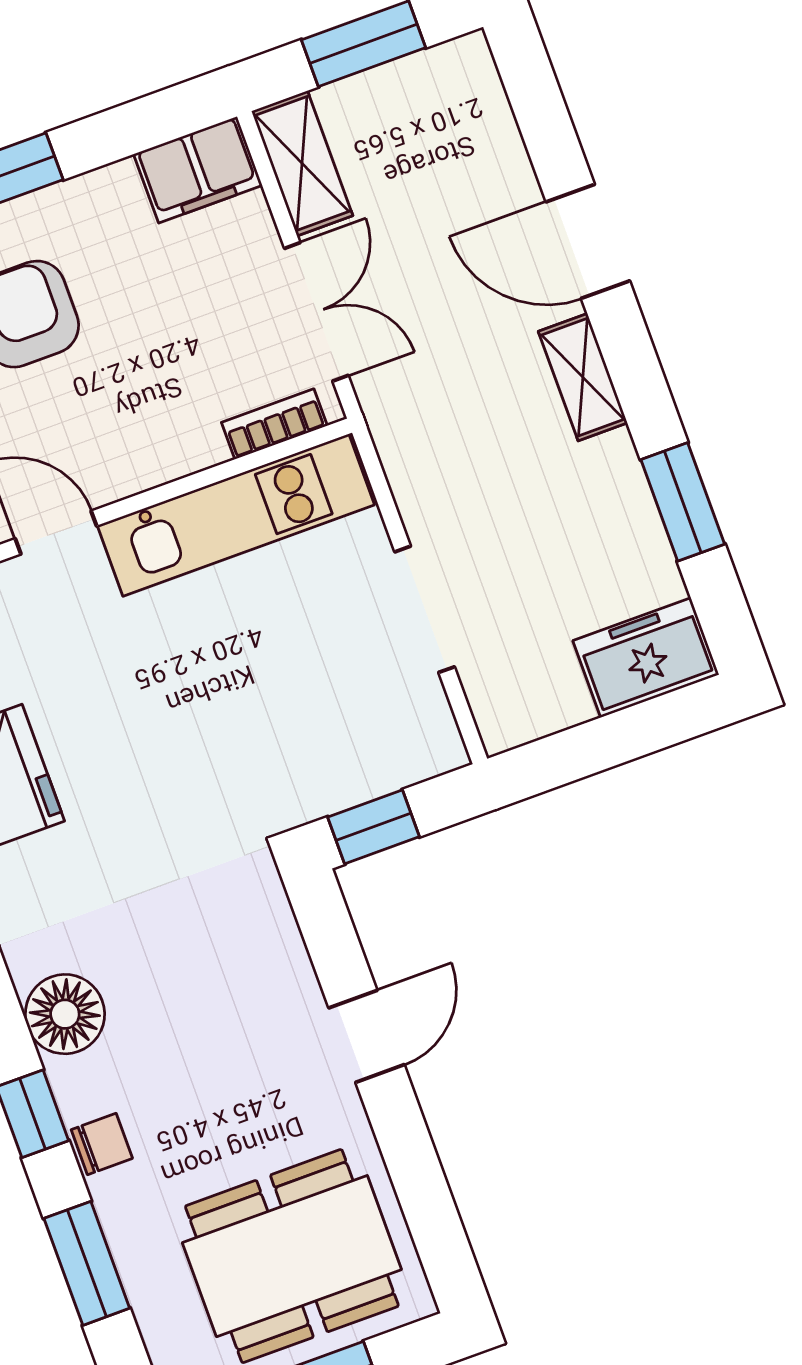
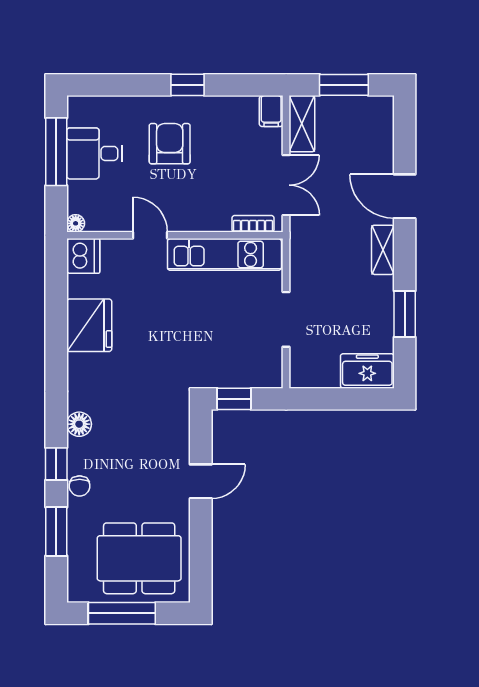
filing cabinet: (198, 170) -> (271, 111), width x0.50
floor lamp: (65, 1014) -> (79, 424), width x0.73, depth x0.73
chair: (102, 1144) -> (80, 486), turned 90

